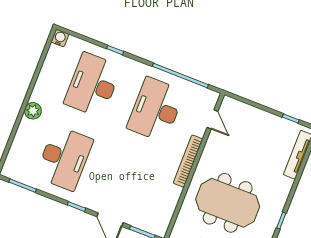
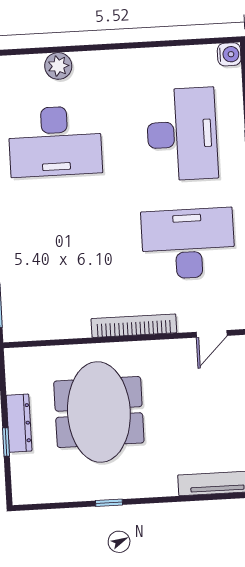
desk: (93, 85) -> (182, 134), turned 90
plant: (33, 111) -> (58, 66), moved

